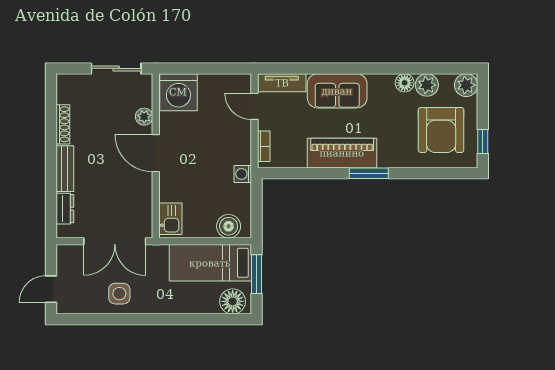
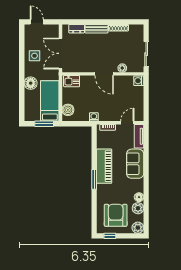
washing machine: (178, 92) -> (139, 81), width x0.53, depth x0.53
armchair: (441, 130) -> (116, 215), turned 90
door: (156, 153) -> (104, 74), swing flipped
floor lamp: (233, 301) -> (31, 83), moved

